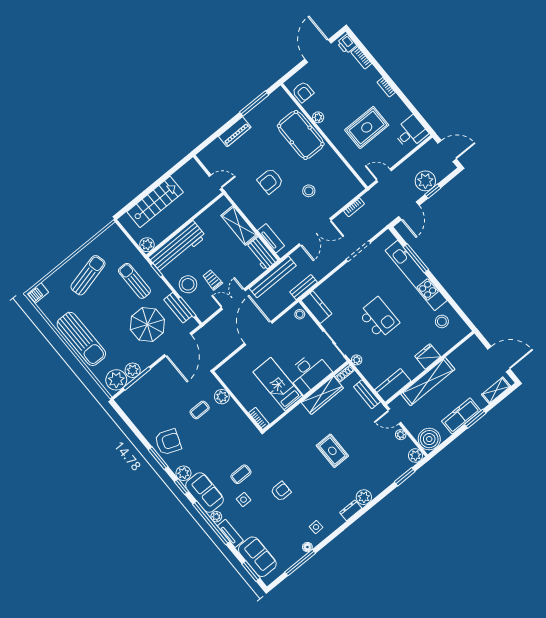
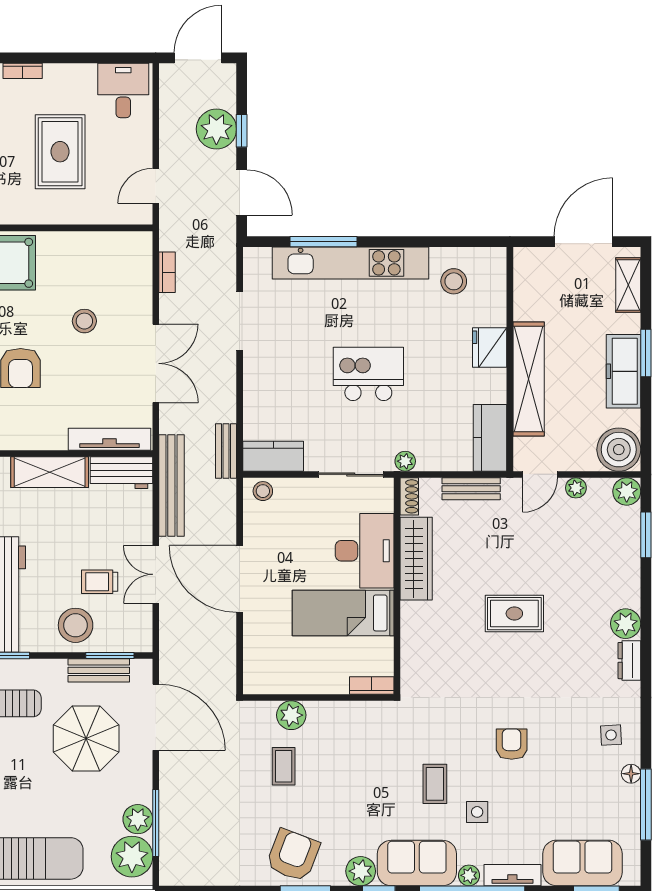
tv unit: (271, 238) -> (109, 439), width x1.41

